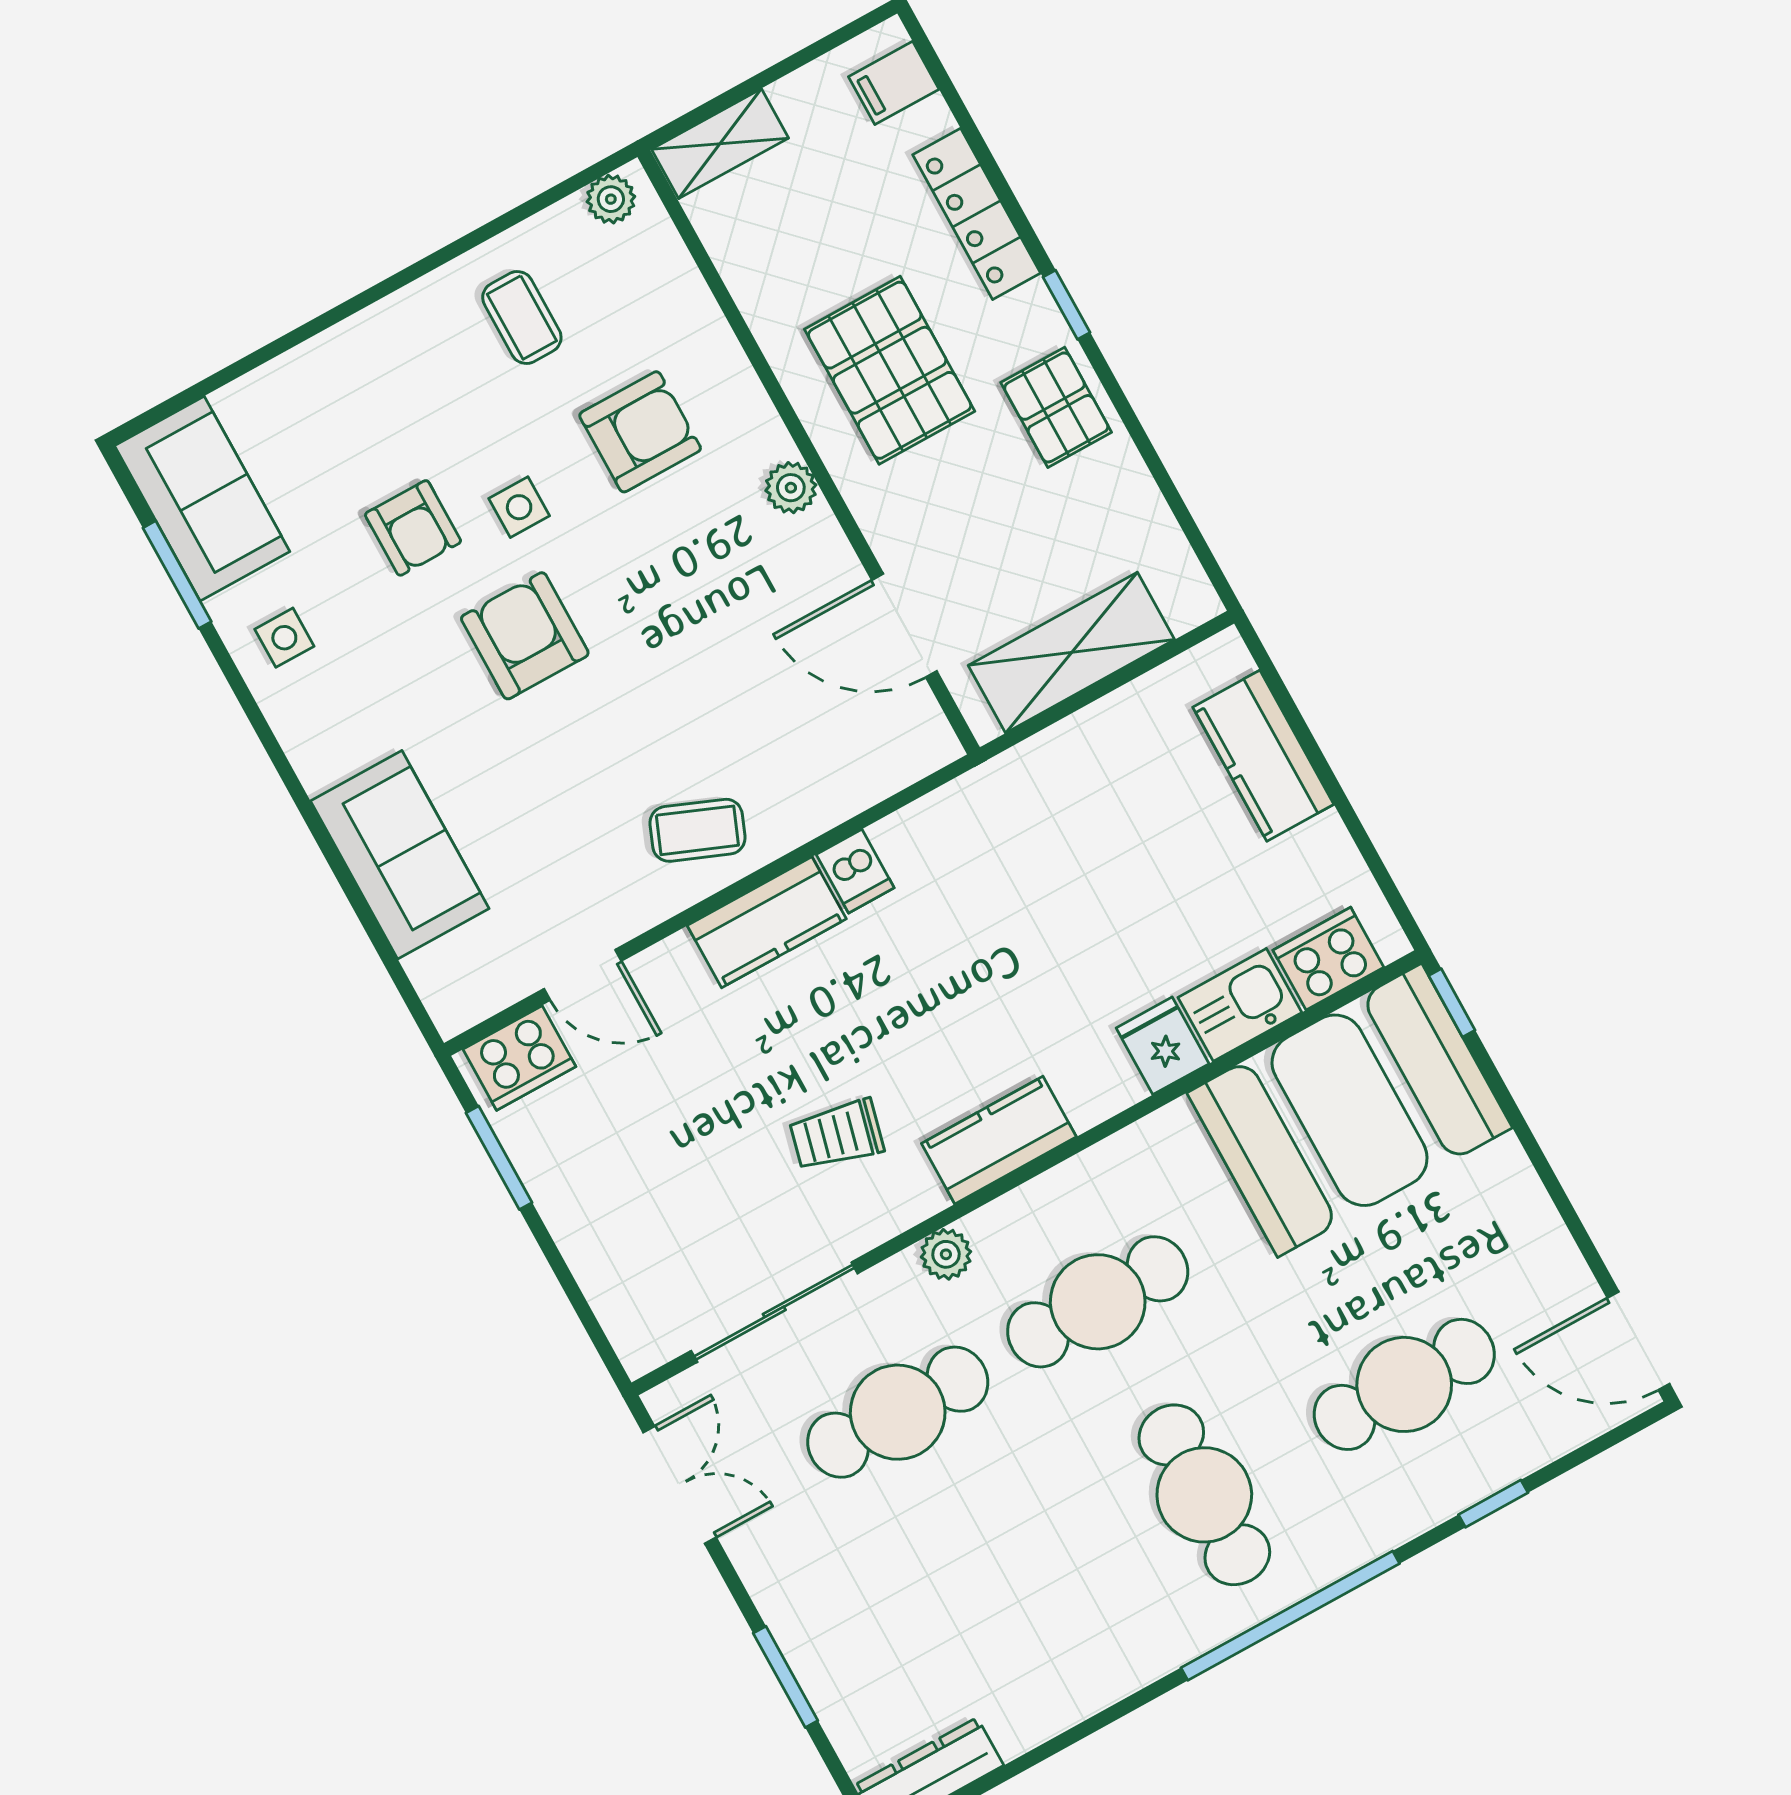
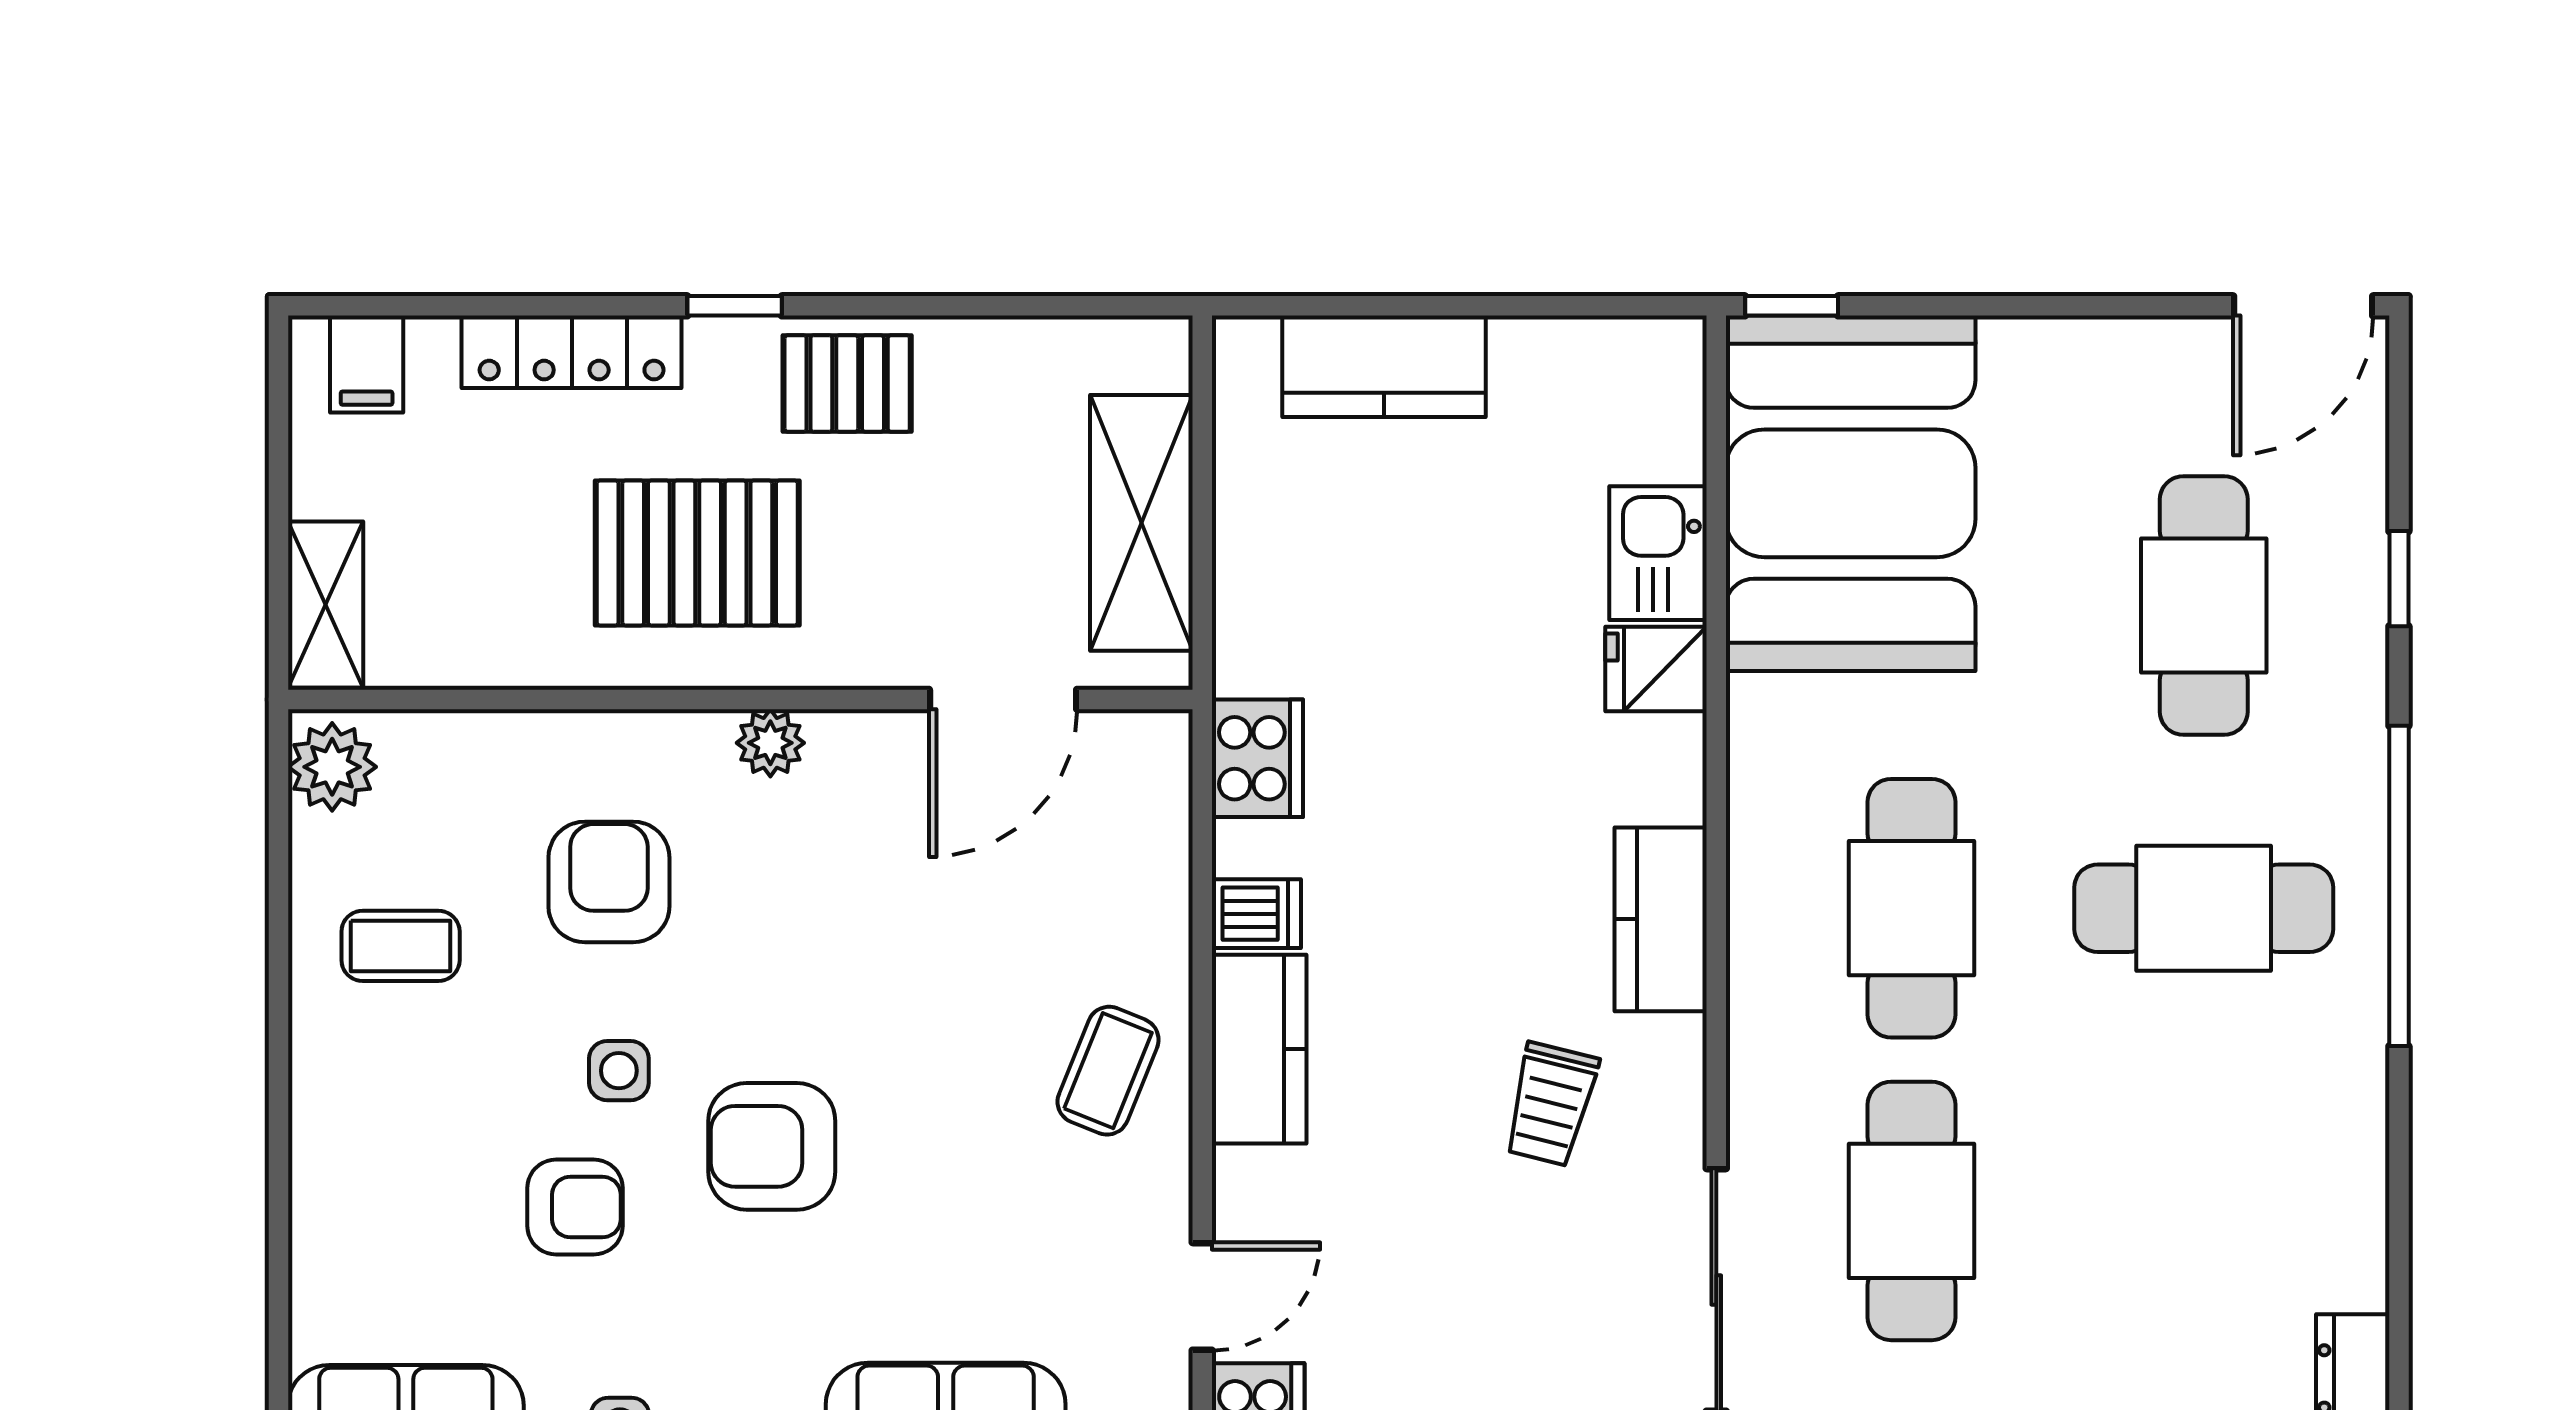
plant: (611, 199) -> (332, 767), width x1.38, depth x1.38
cooker: (1328, 959) -> (1257, 758), moved, turned 180
plant: (946, 1254) -> (1759, 1054), removed

